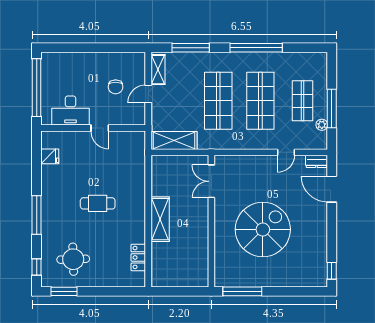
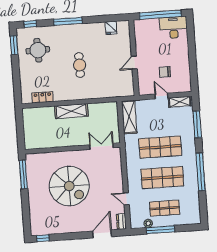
desk: (70, 110) -> (174, 28), moved, turned 90

